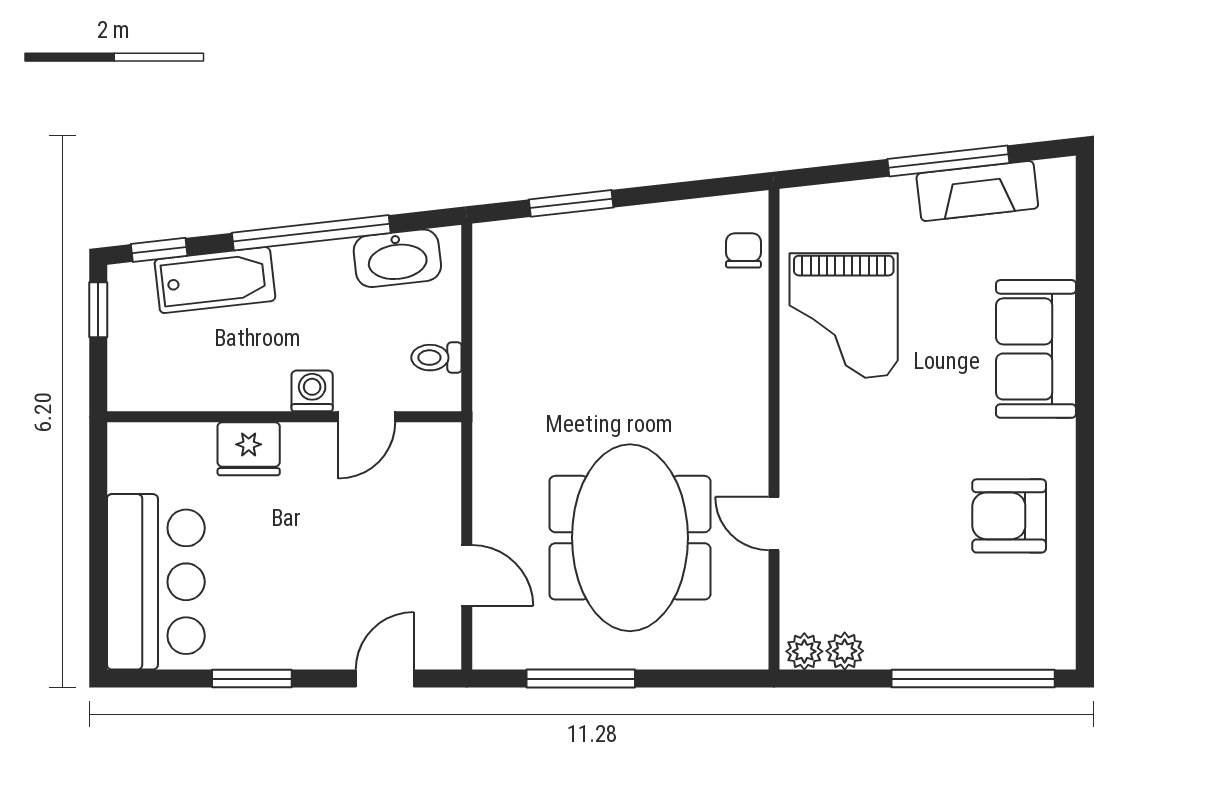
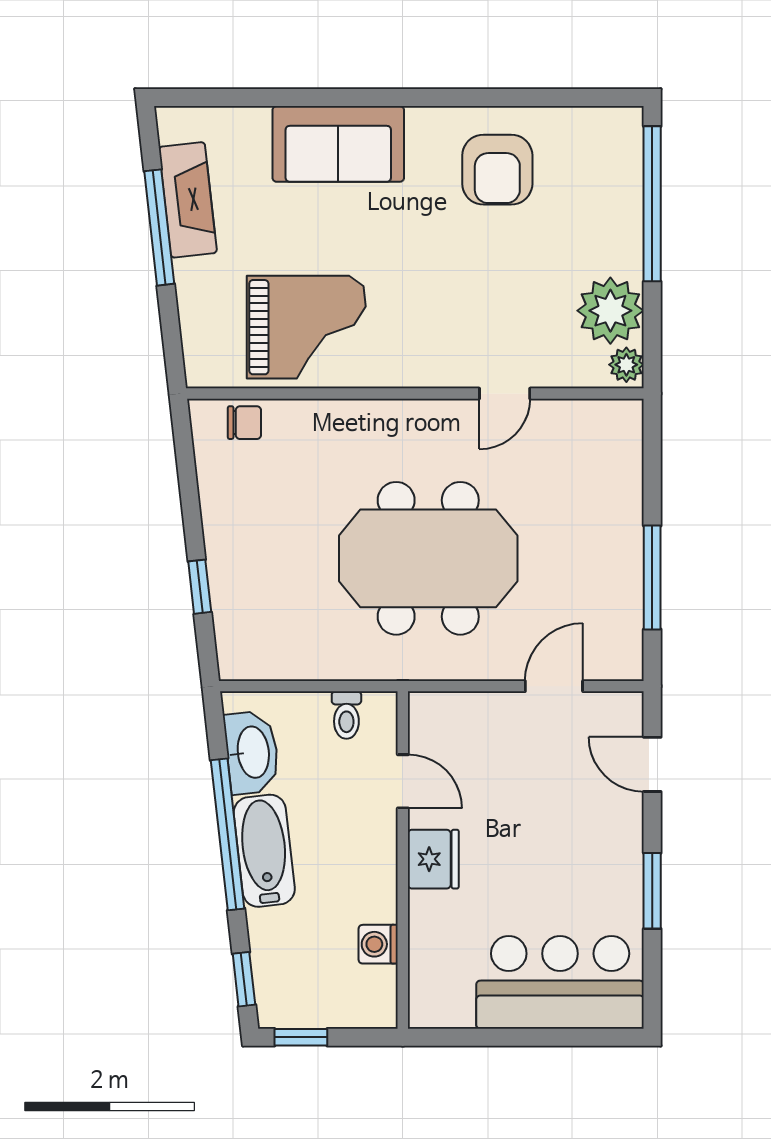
window: (571, 203) -> (200, 587), width x0.67
chair: (743, 250) -> (244, 423), turned 180
bathtub: (215, 280) -> (264, 851), moved
washing machine: (312, 391) -> (378, 944), moved
fridge: (249, 449) -> (433, 859), moved
meeting table: (630, 538) -> (428, 558), moved
plant: (845, 651) -> (610, 311), width x1.88, depth x1.88

